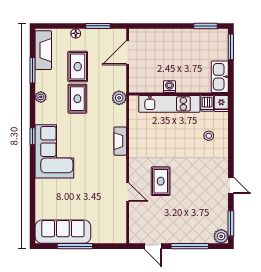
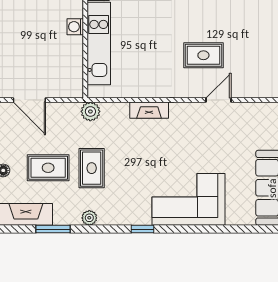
washing machine: (169, 87) -> (75, 27), moved
rug: (77, 99) -> (92, 168), turned 90
corner sofa: (54, 151) -> (188, 199), moved

